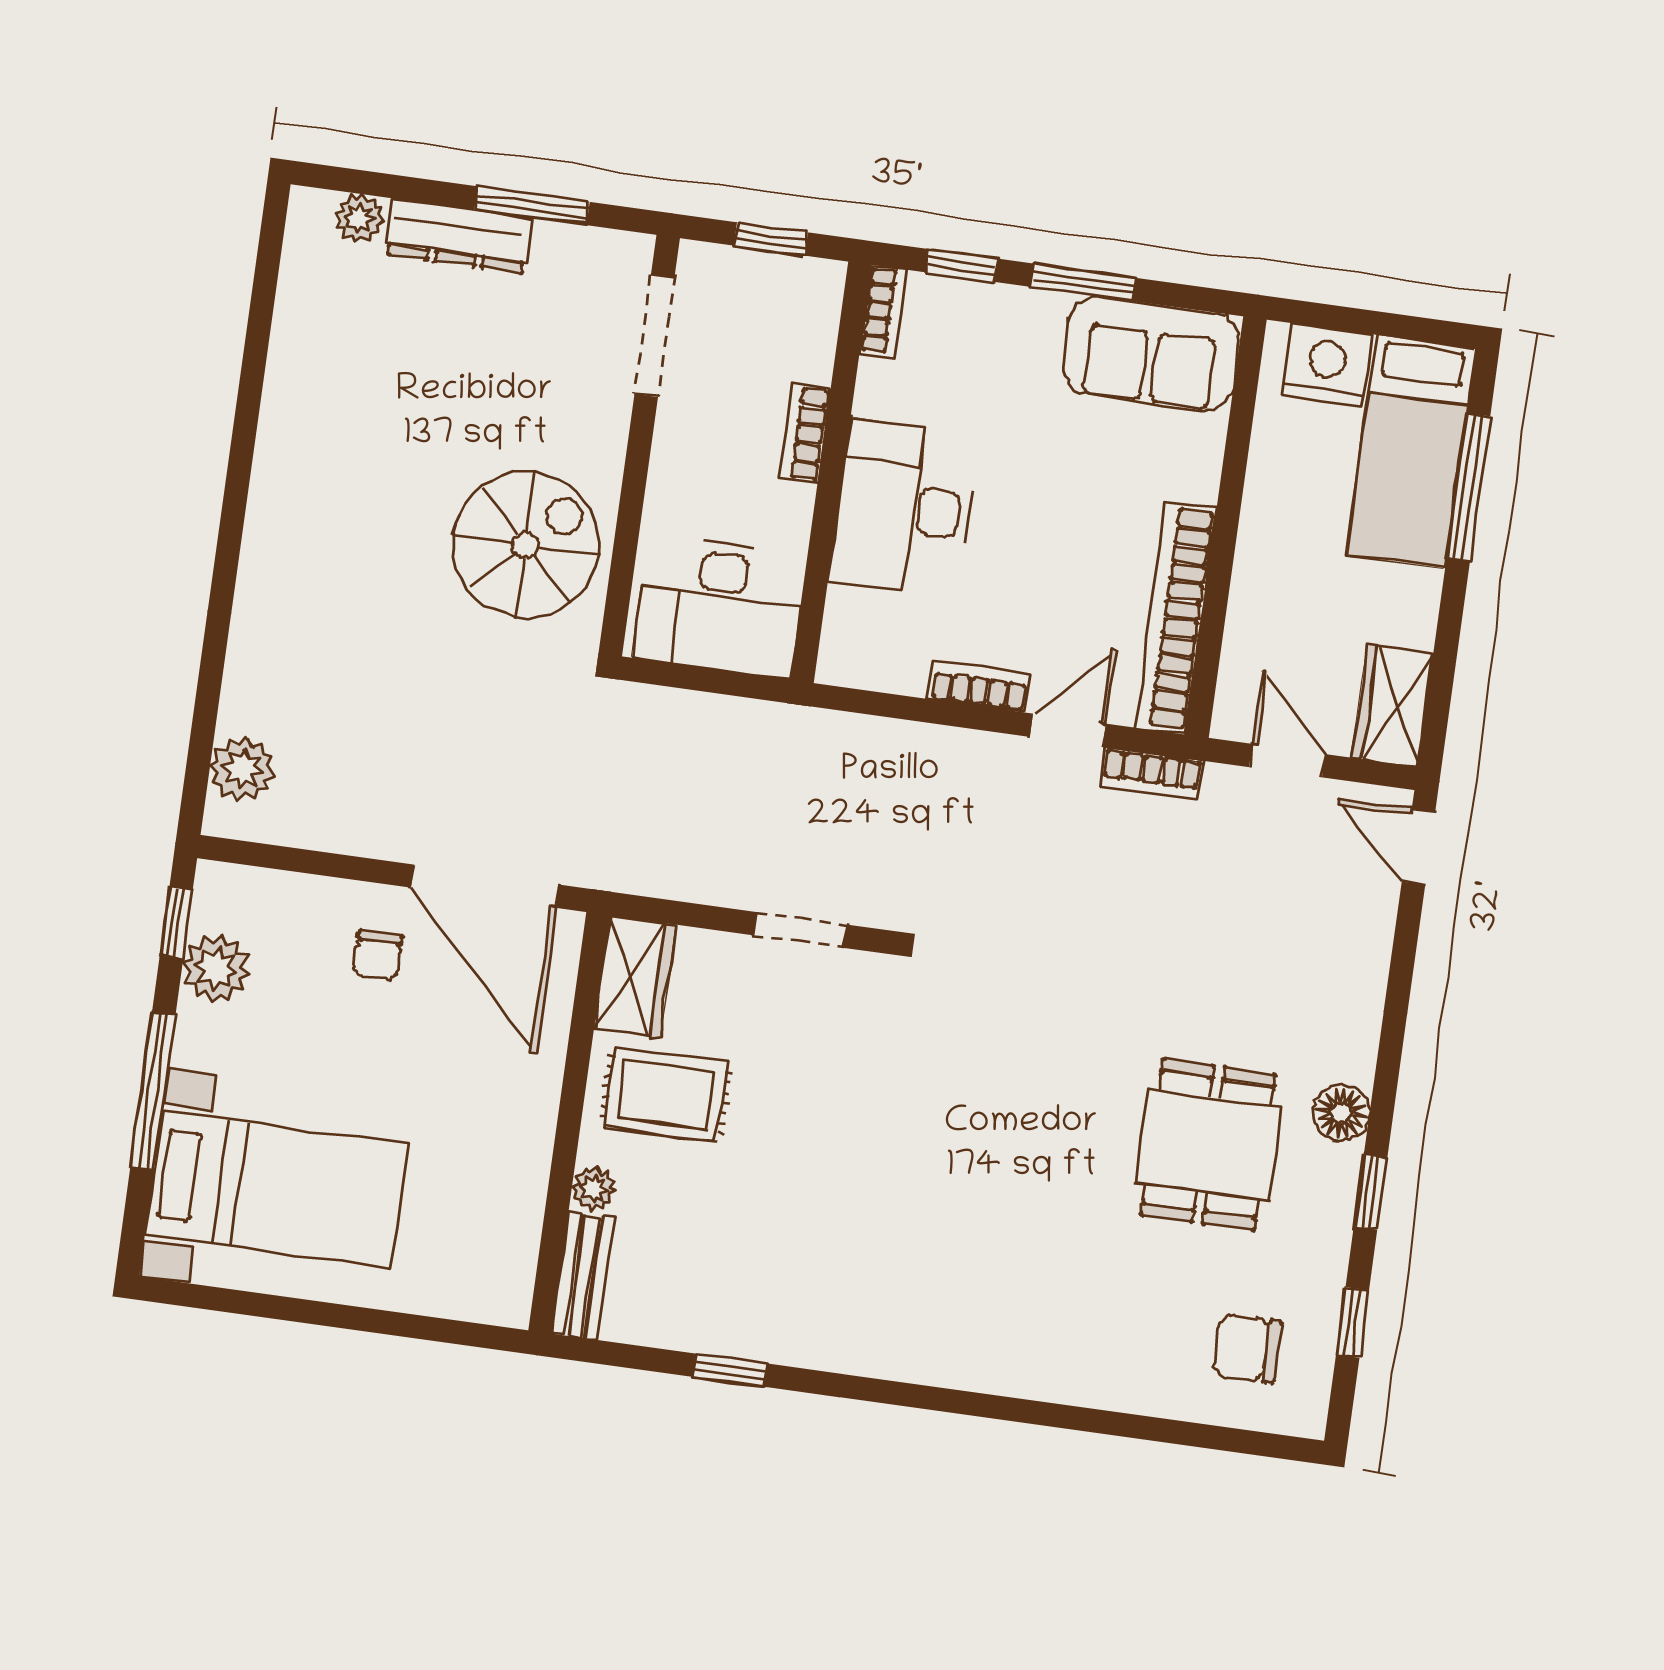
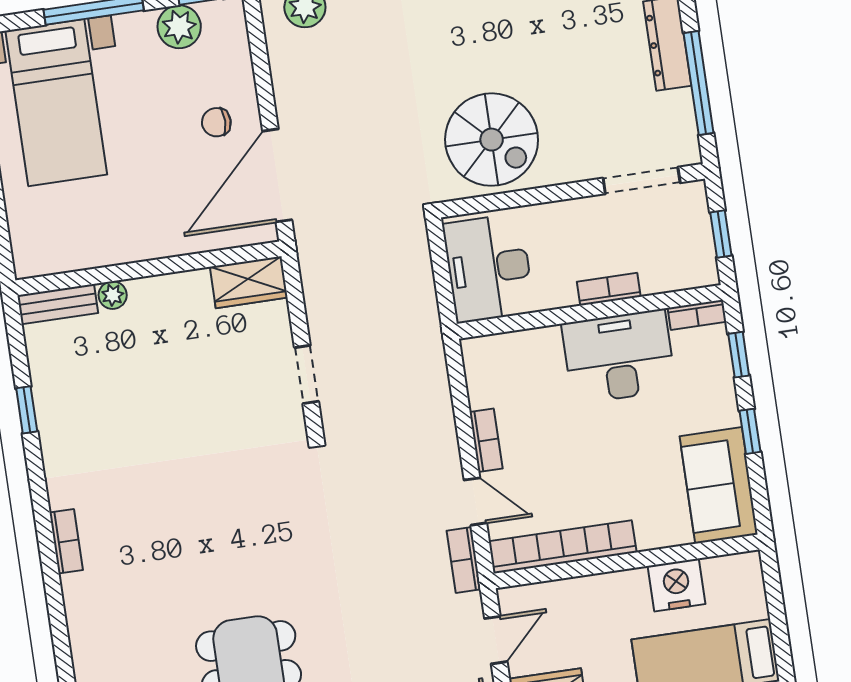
window: (532, 206) -> (699, 83), width x1.44
window: (1083, 282) -> (750, 431), width x0.67
nightstand: (1327, 365) -> (677, 585), moved, turned -90
desk: (904, 508) -> (619, 357), moved
rug: (666, 1095) -> (183, 322), removed
bookcase: (947, 1369) -> (66, 541), added

